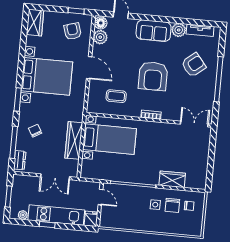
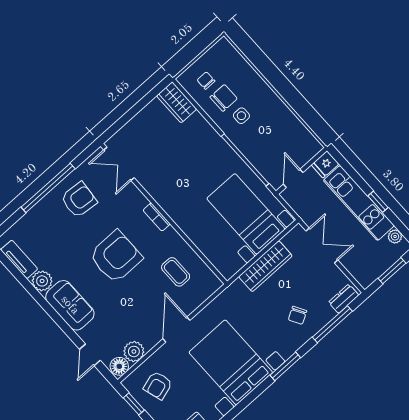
armchair: (194, 65) -> (79, 200), moved, turned 134
bed with nightstands: (109, 139) -> (246, 214), moved
wardrobe: (172, 179) -> (177, 102), moved

